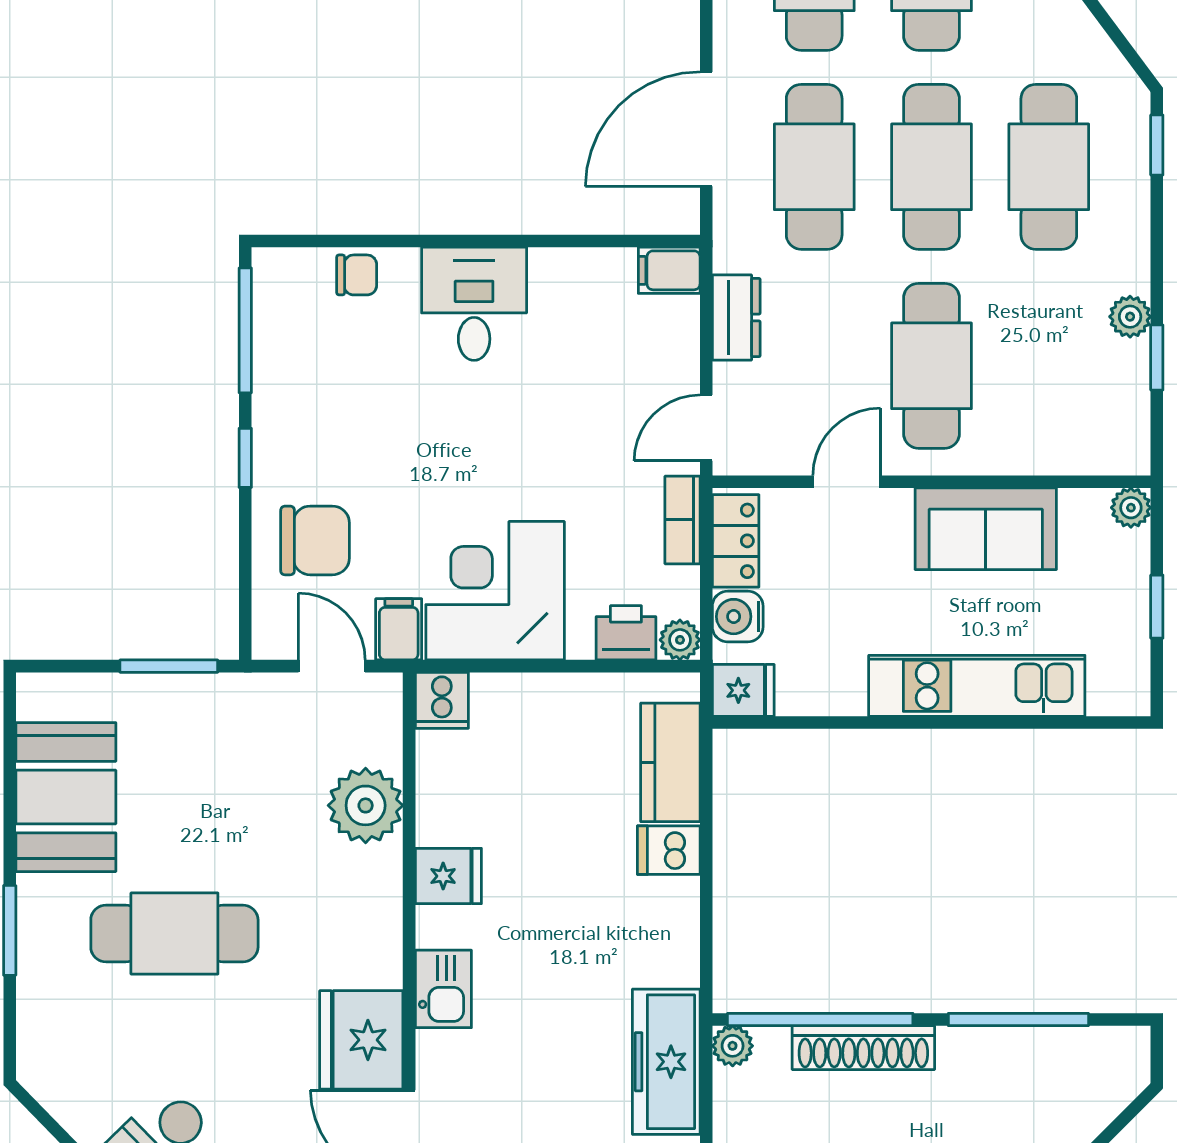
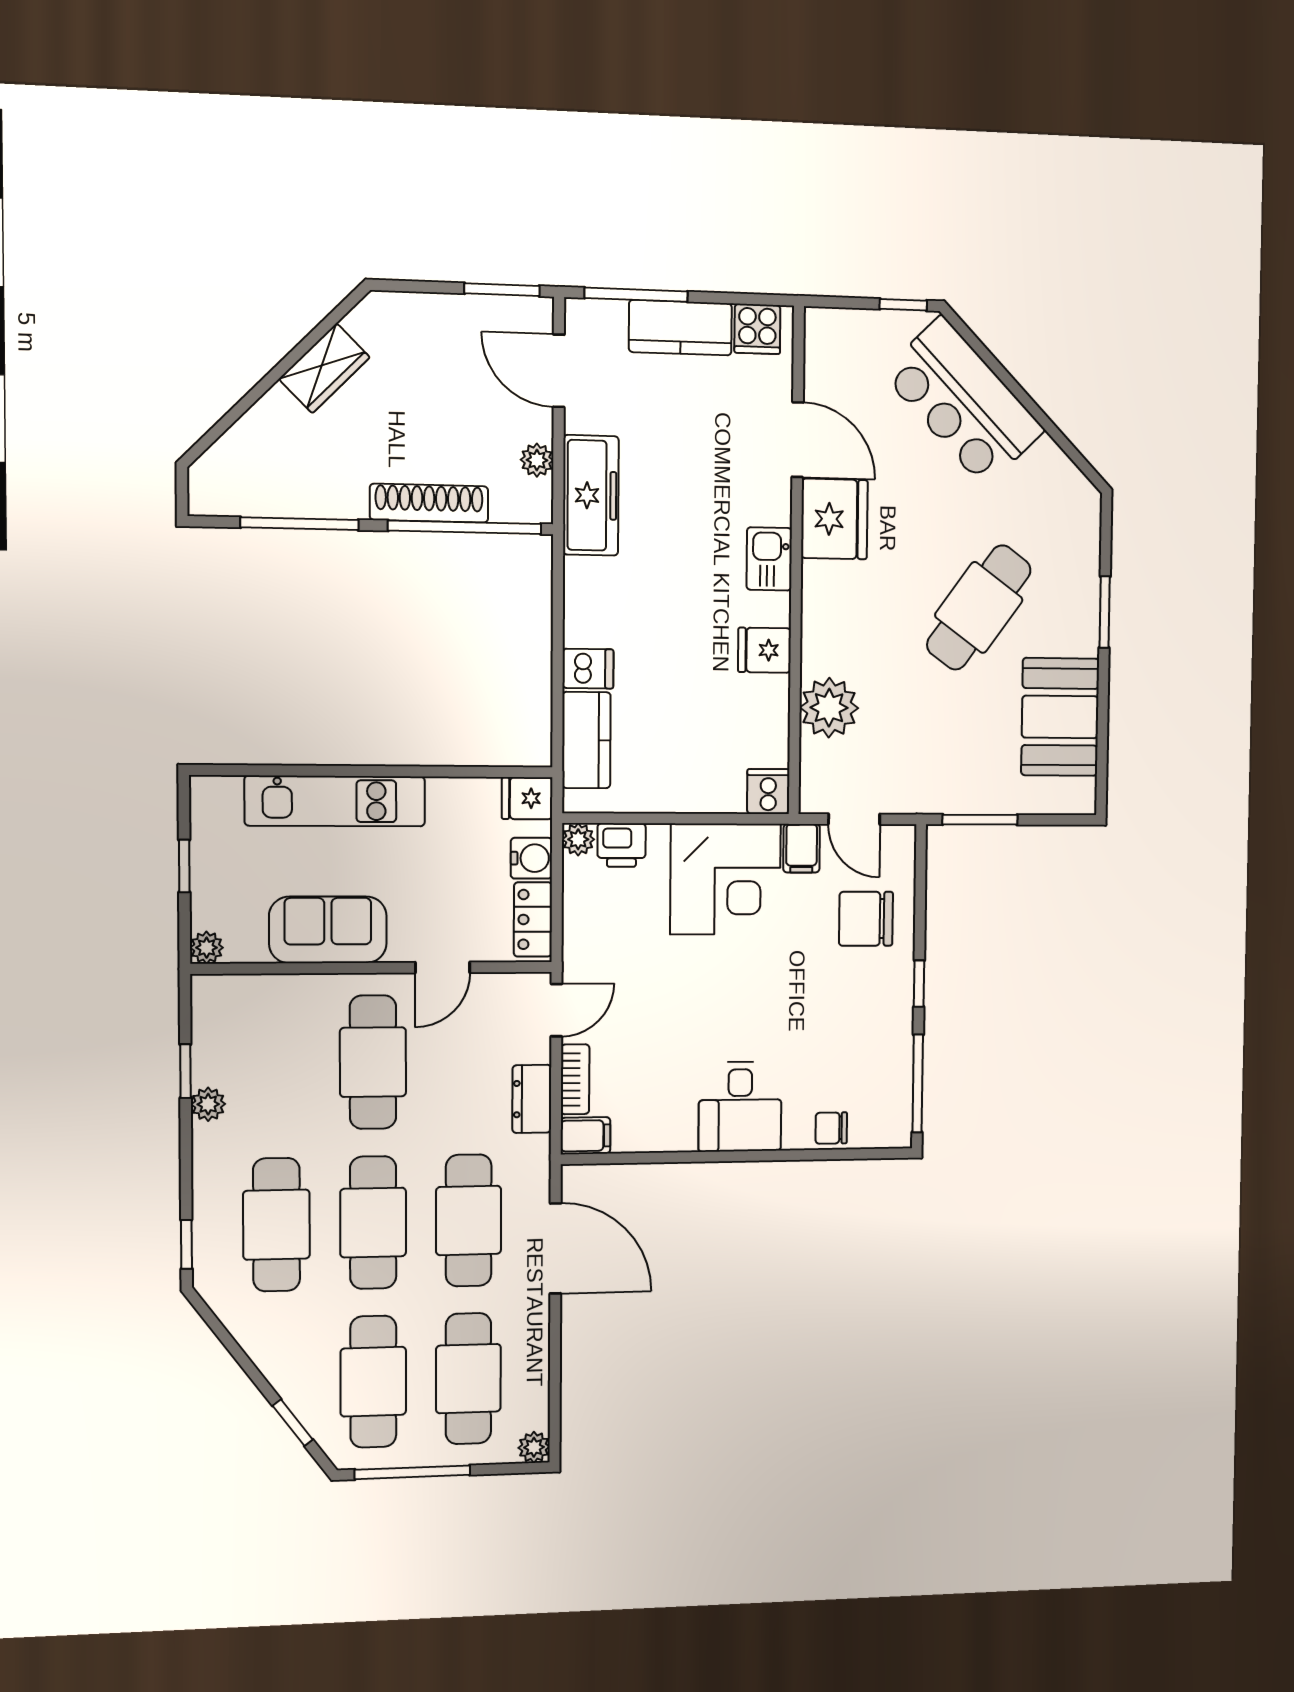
door: (706, 129) -> (555, 1248), hinge flipped
bookcase: (682, 520) -> (575, 1079), moved
cafe table: (174, 933) -> (979, 607), turned -54
plant: (733, 1046) -> (537, 460), moved

